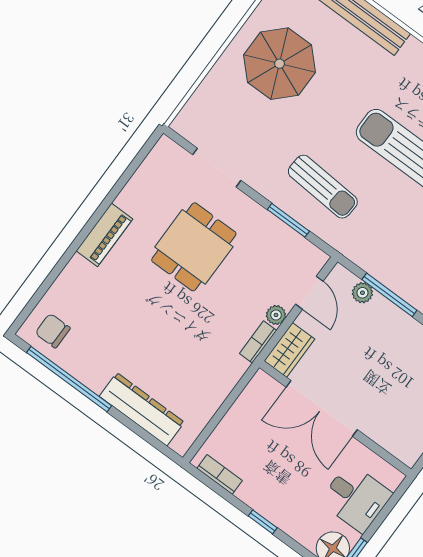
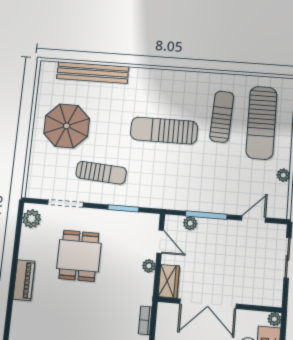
plant: (161, 160) -> (32, 219), added
sun lounger: (323, 187) -> (101, 173), moved
bookcase: (258, 342) -> (145, 320), moved
plant: (393, 478) -> (274, 319), added

